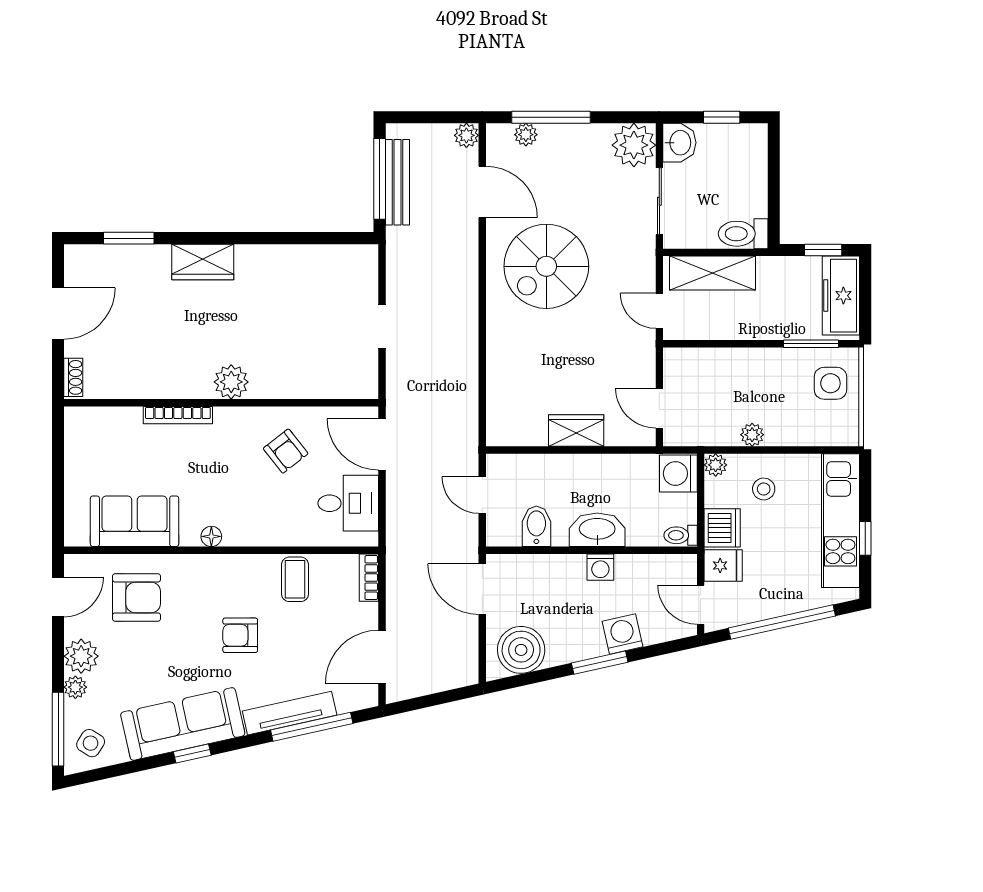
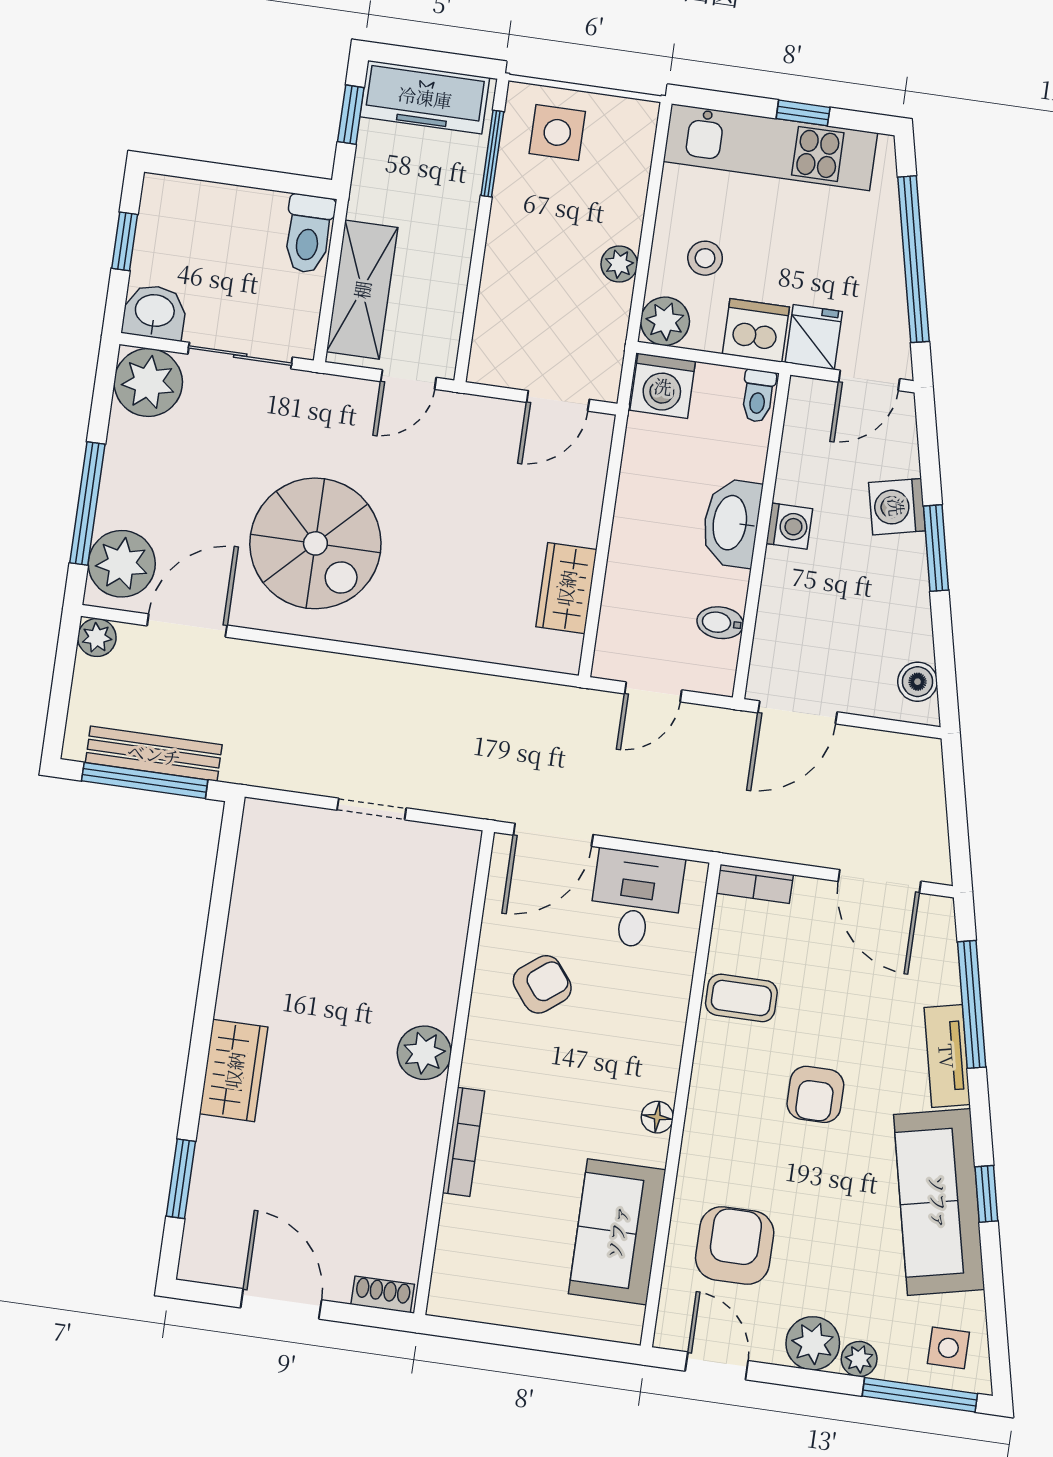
plant: (526, 135) -> (122, 564), width x1.87, depth x1.87
wardrobe: (576, 430) -> (566, 588), moved
plant: (716, 465) -> (665, 321), width x1.38, depth x1.38
bidet: (536, 526) -> (720, 623), width x0.72, depth x0.74
boiler: (521, 650) -> (918, 682), width x0.54, depth x0.54
tv unit: (290, 713) -> (947, 1056), width x0.71
side table: (91, 743) -> (948, 1348), turned -32

